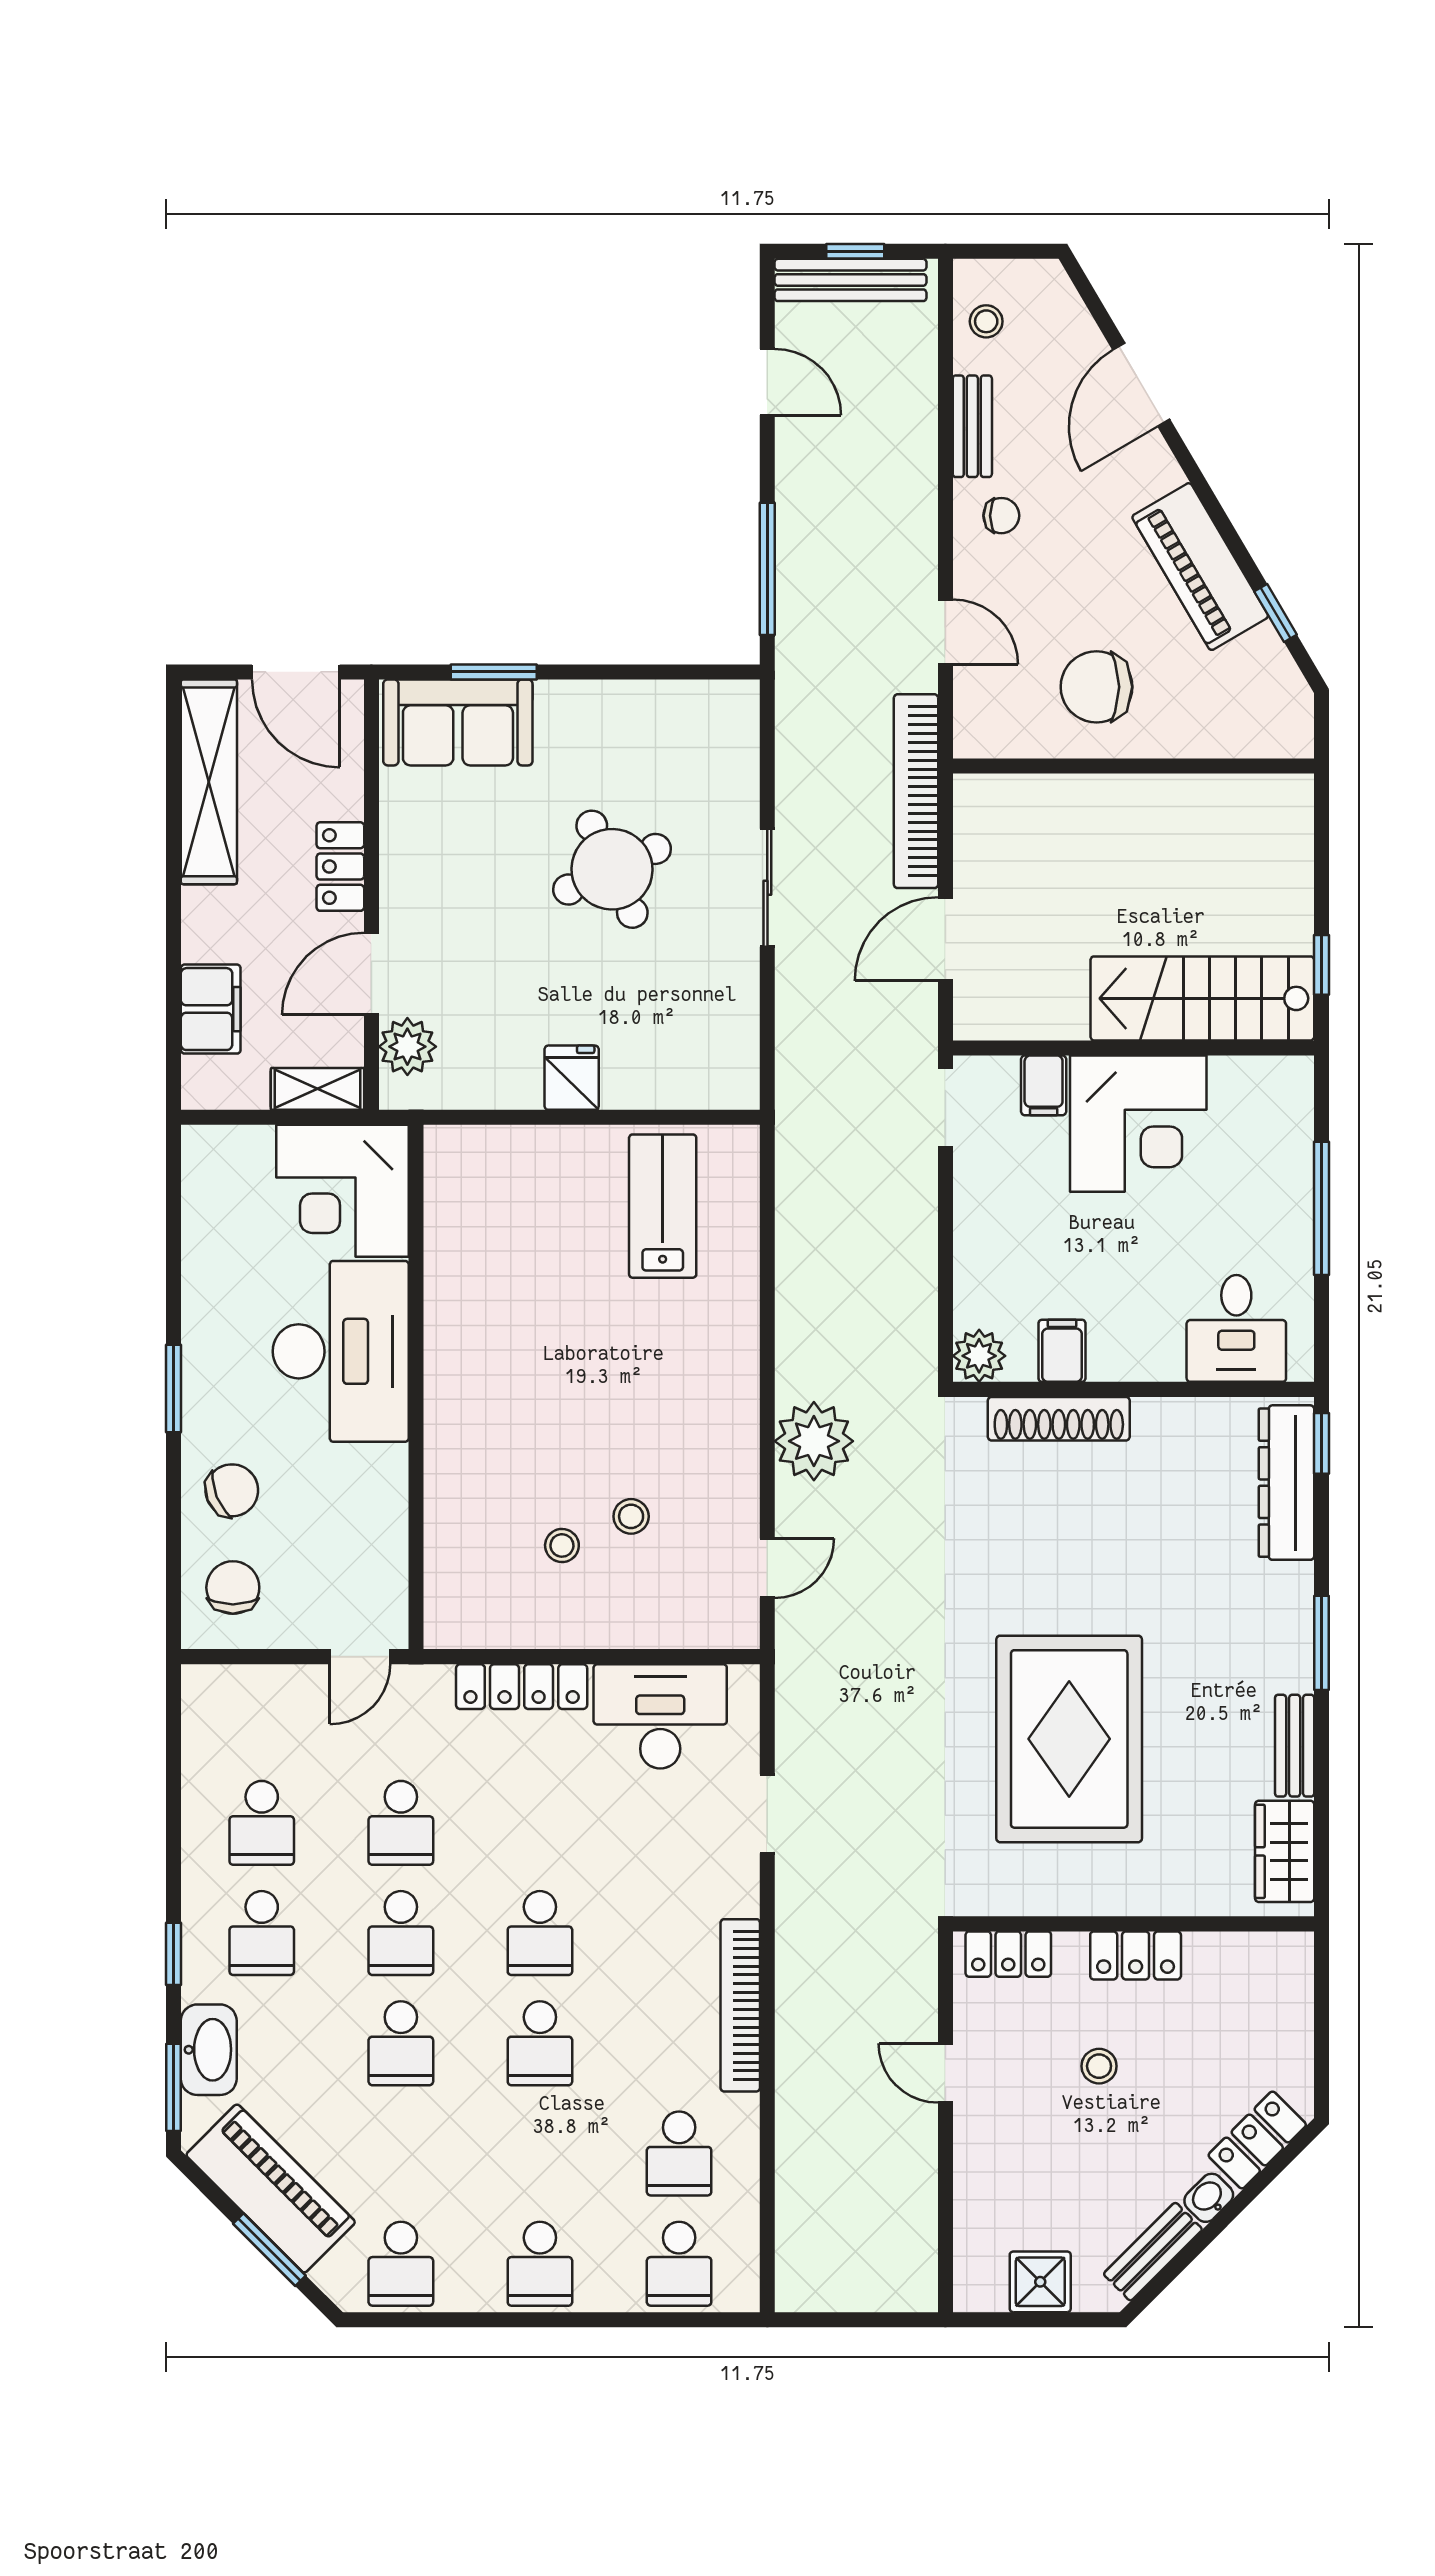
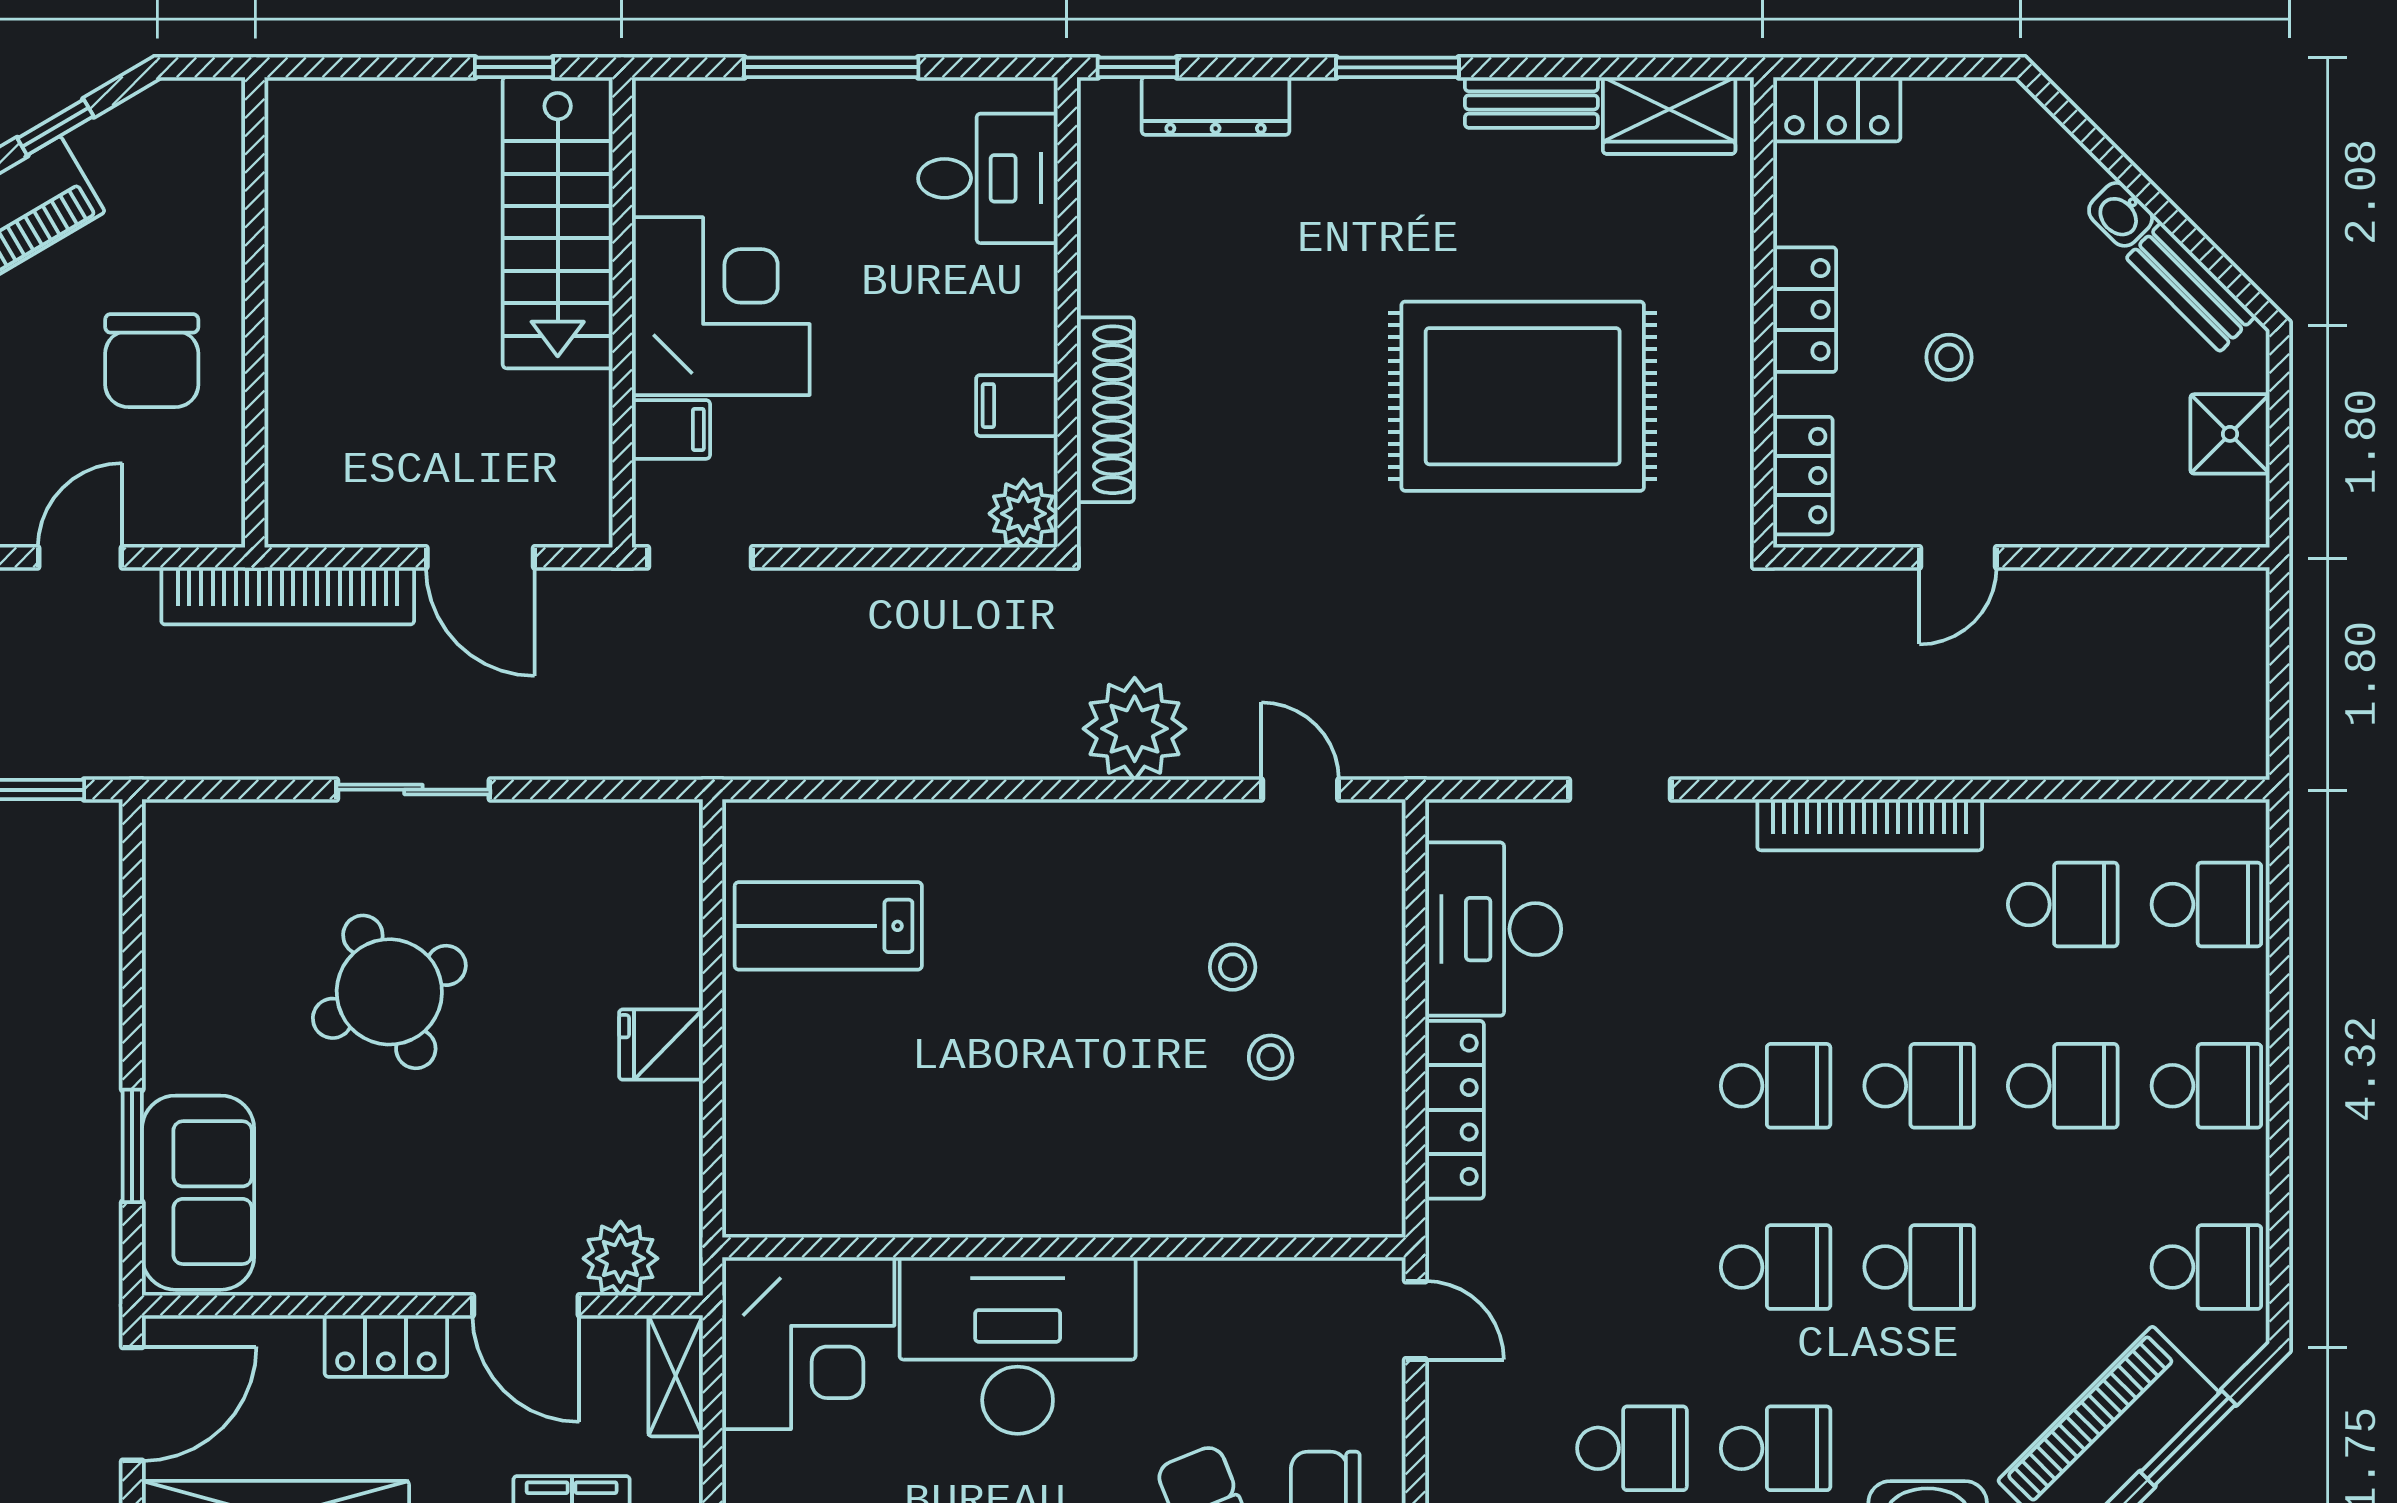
dresser: (1286, 1483) -> (1216, 106), width x0.73, depth x0.80
school desk: (401, 1823) -> (2063, 1086), moved
locker: (1257, 2140) -> (1837, 109), moved, turned -45

